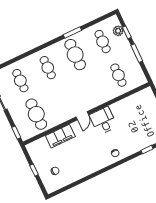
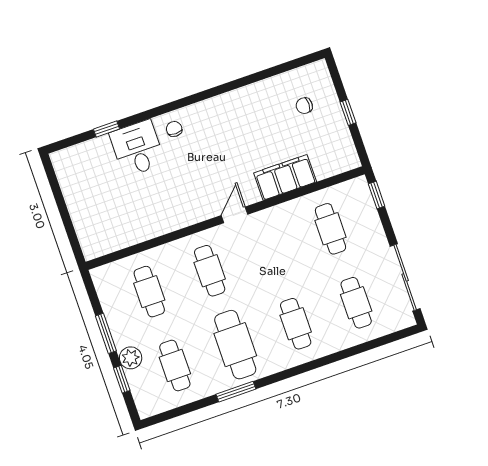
plant: (118, 31) -> (131, 358), moved
cafe table: (91, 88) -> (210, 271), added
cafe table: (36, 114) -> (331, 229), width x0.73, depth x0.74
desk: (103, 121) -> (137, 148), moved, turned 180

